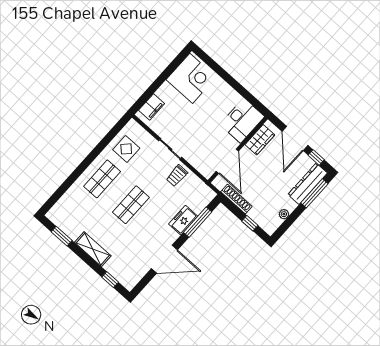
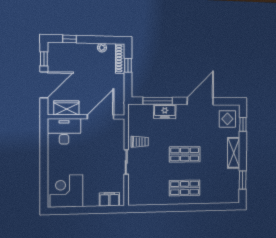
display table: (126, 149) -> (227, 119), moved
dresser: (308, 184) -> (67, 49), removed
window: (314, 193) -> (69, 39), width x0.46
shoe rack: (236, 199) -> (120, 59), moved
door: (164, 259) -> (200, 101), hinge flipped

